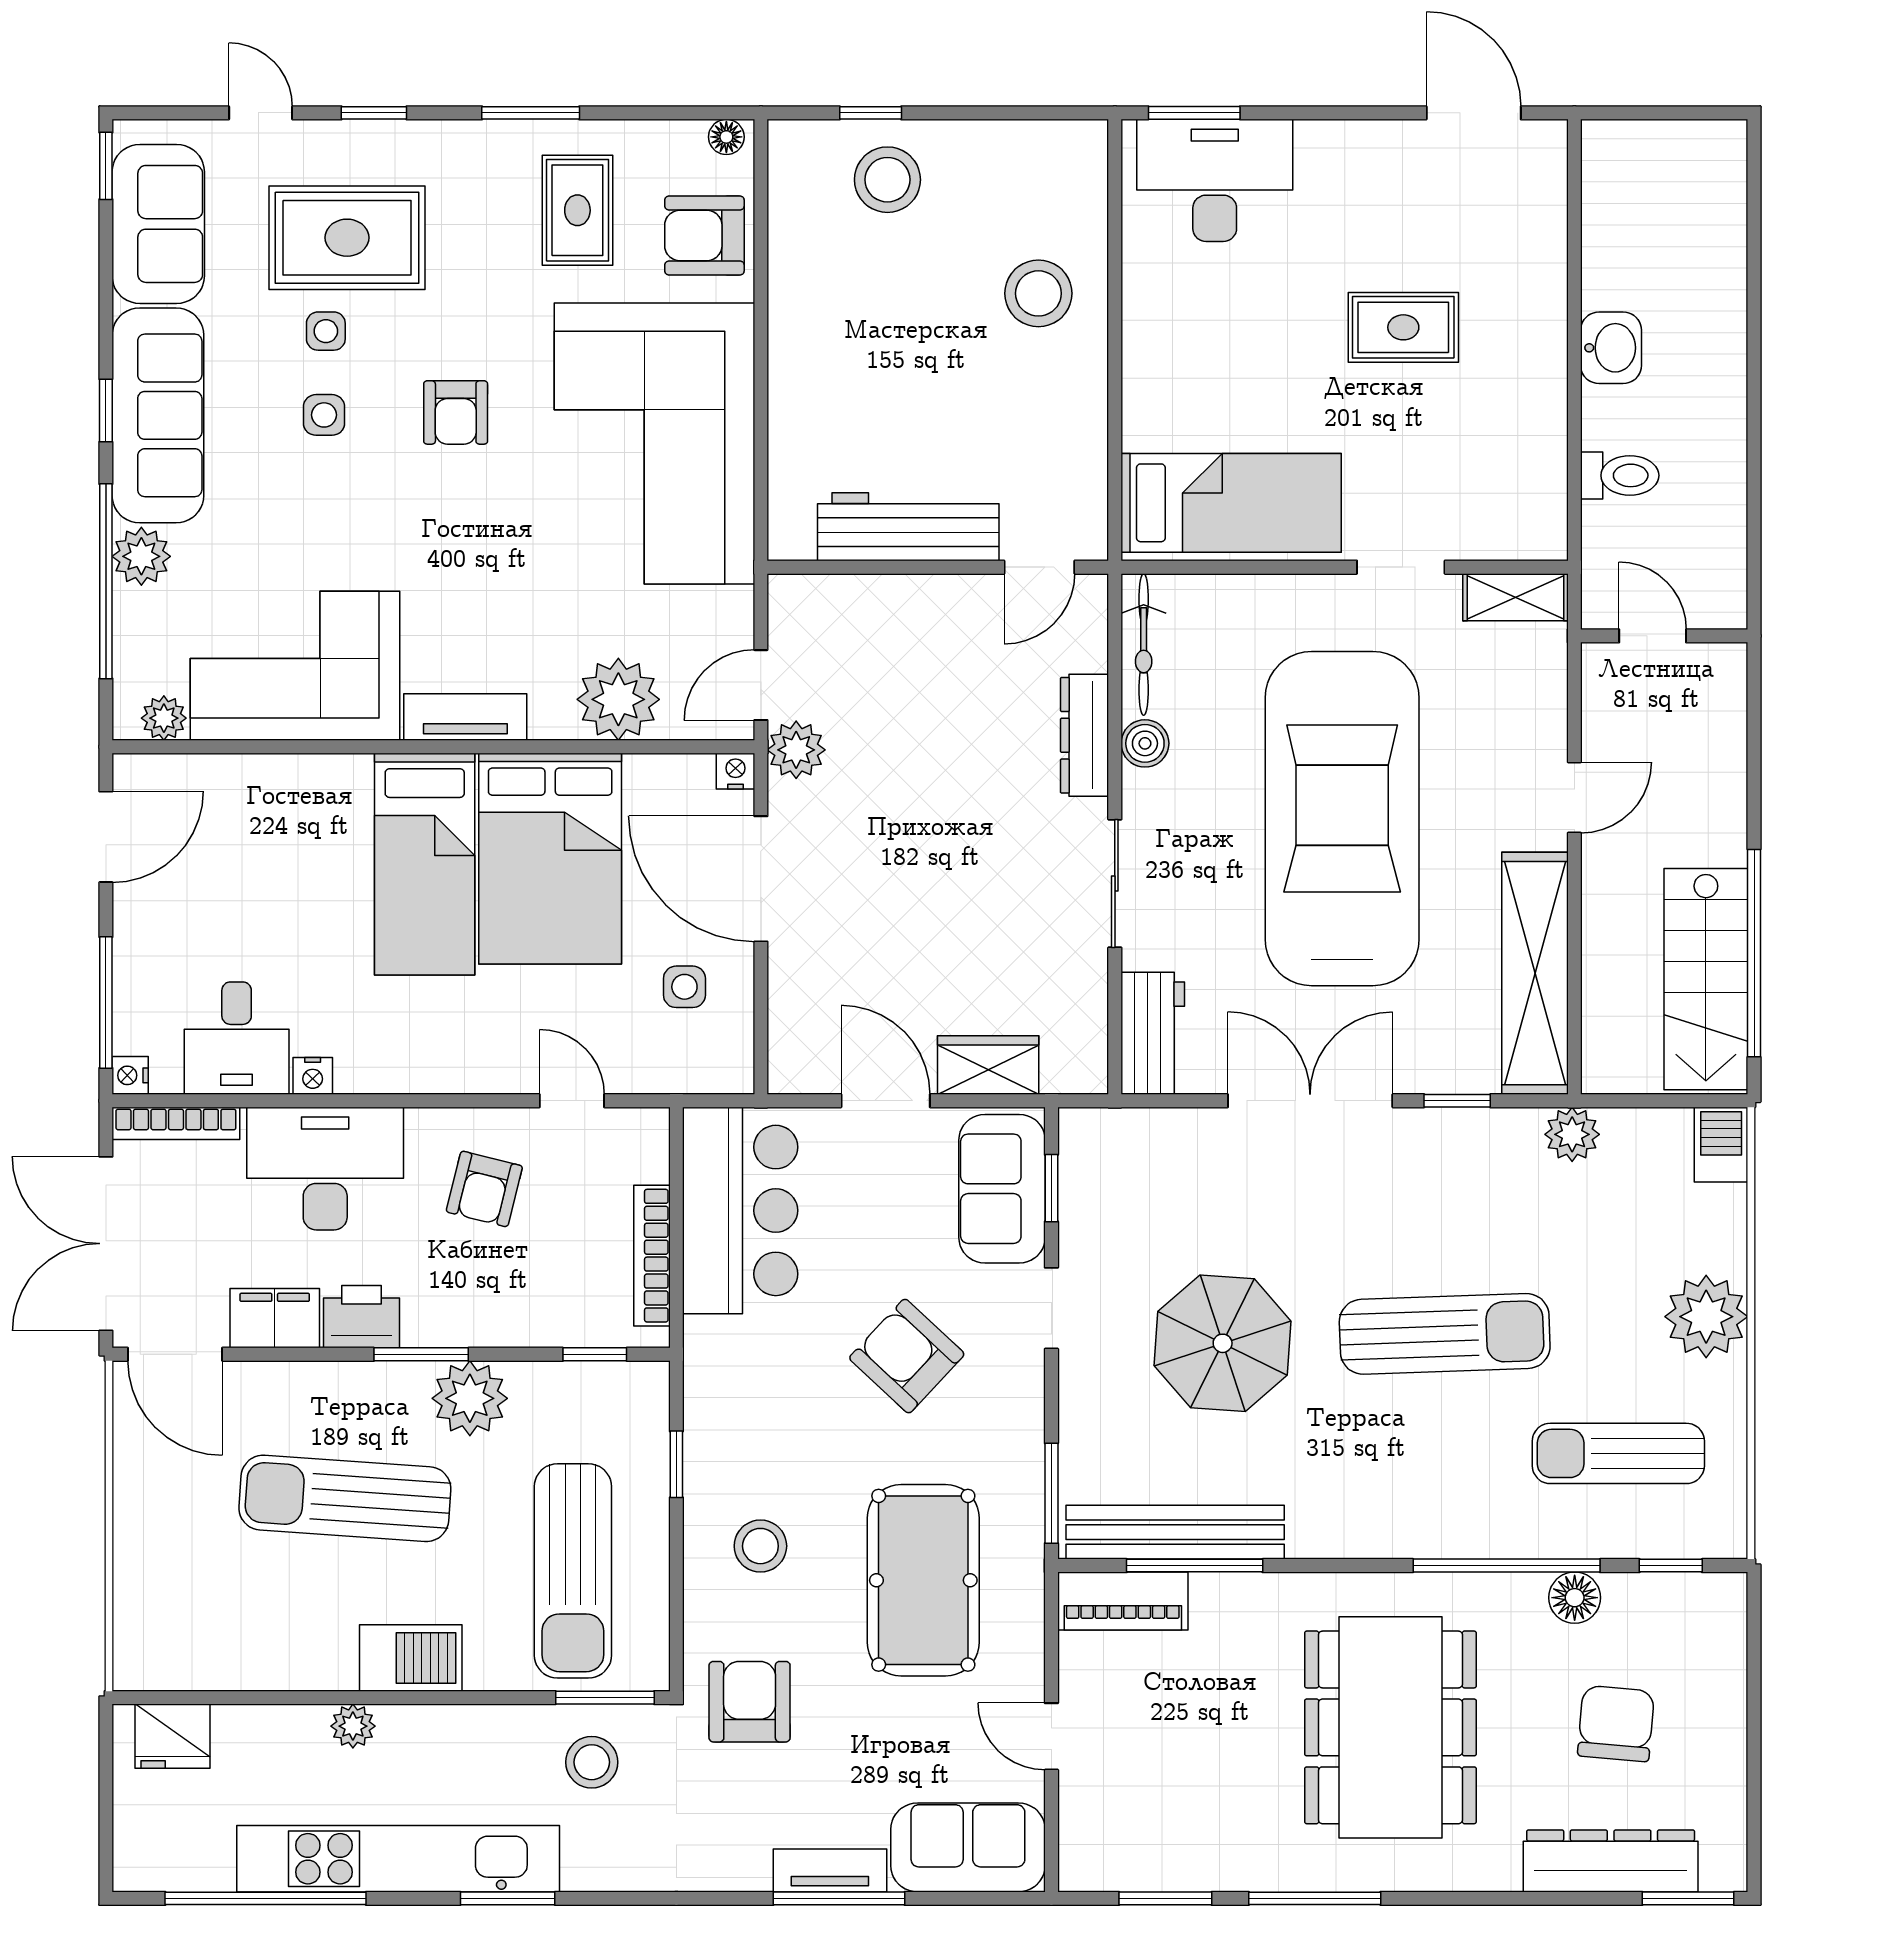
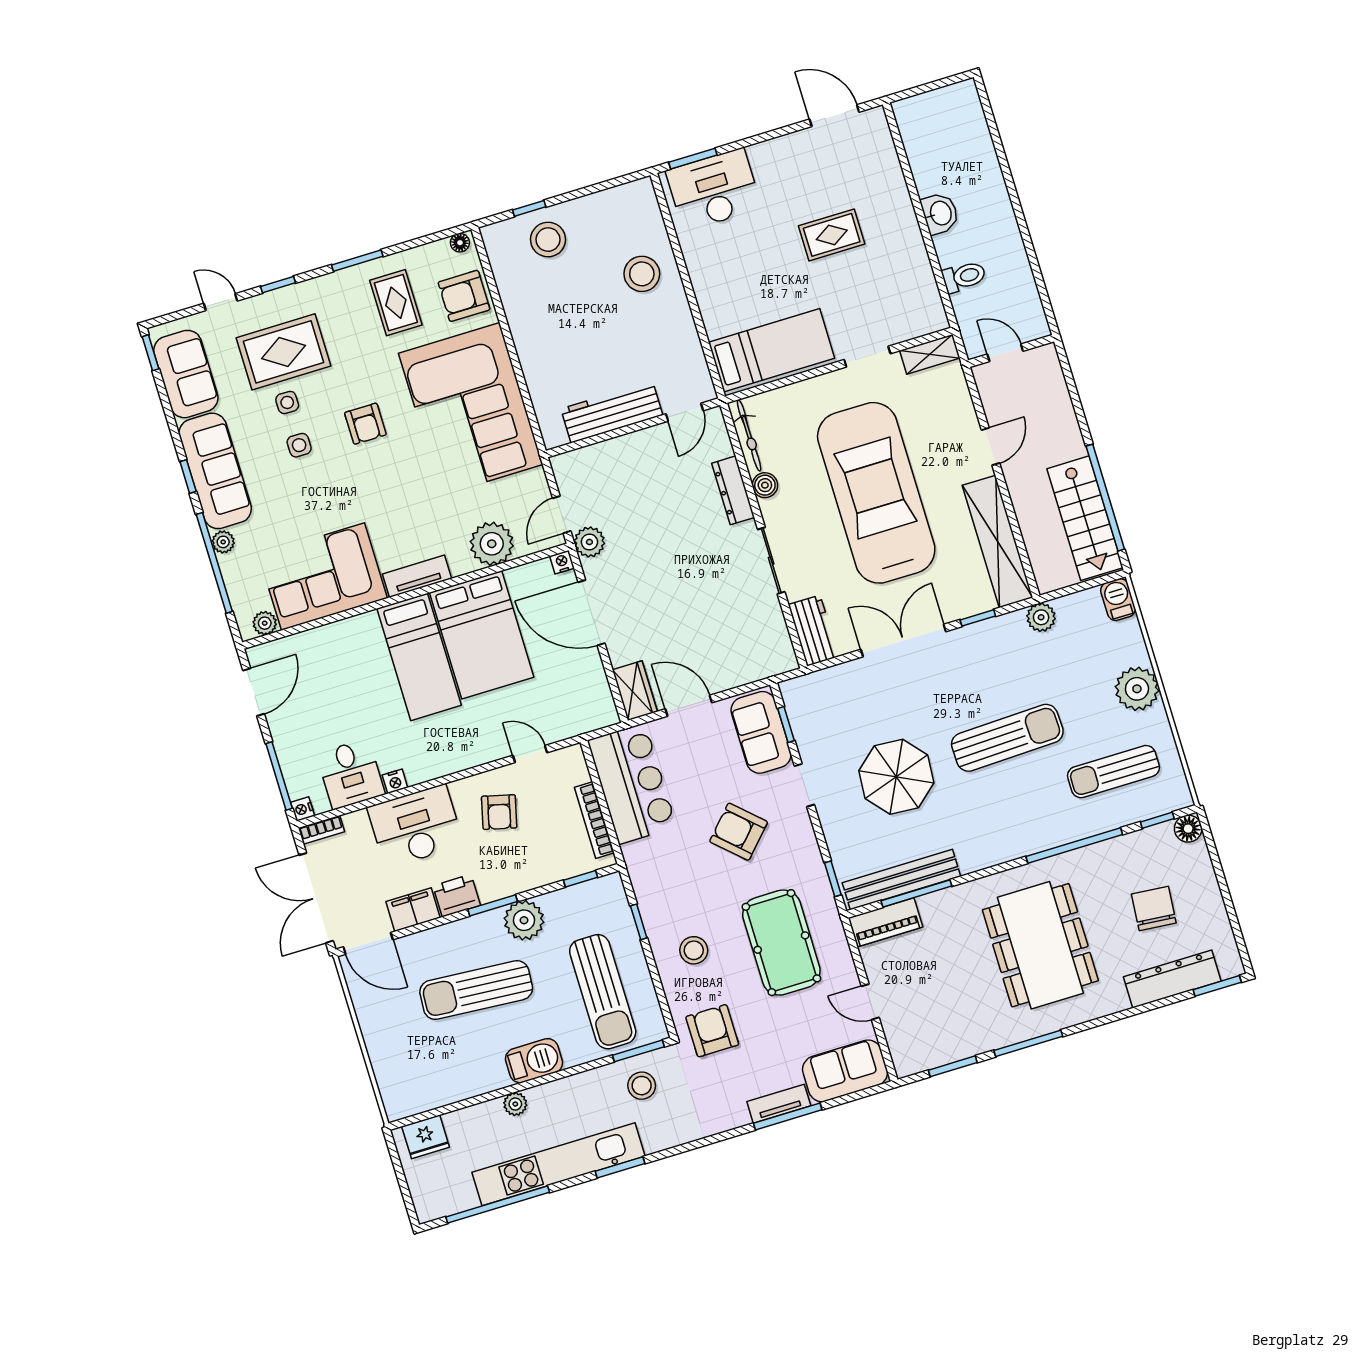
plant: (141, 556) -> (223, 542), width x0.73, depth x0.73
side table: (684, 987) -> (569, 679), removed
wardrobe: (988, 1065) -> (635, 691), moved, turned 90
bookcase: (176, 1123) -> (321, 830), width x0.64
window: (1051, 1493) -> (833, 879), width x0.67
floor lamp: (1575, 1598) -> (1188, 829), moved

